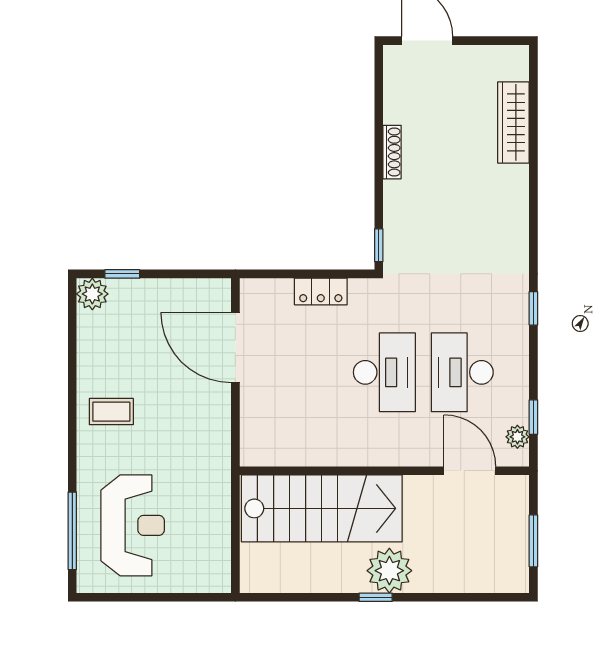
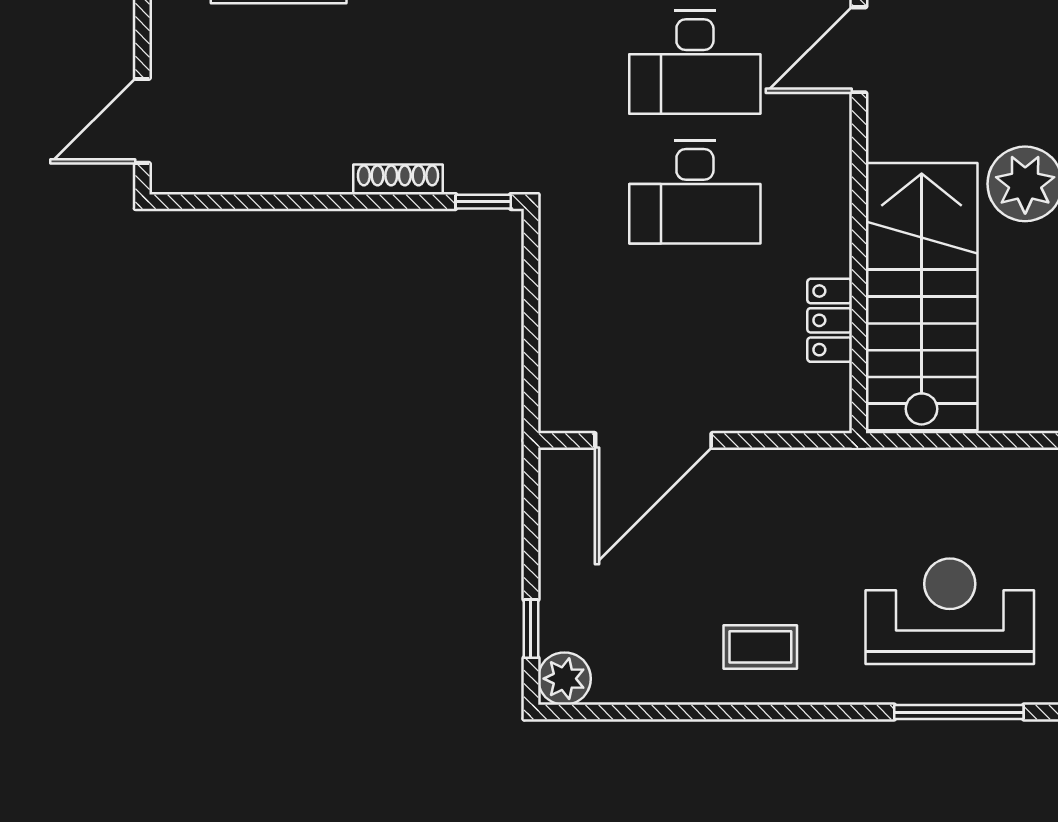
shoe rack: (392, 152) -> (398, 179), moved
locker: (321, 291) -> (830, 320), moved, turned 180
desk: (384, 372) -> (695, 192), turned 180
coffee table: (111, 412) -> (760, 647), turned 90

